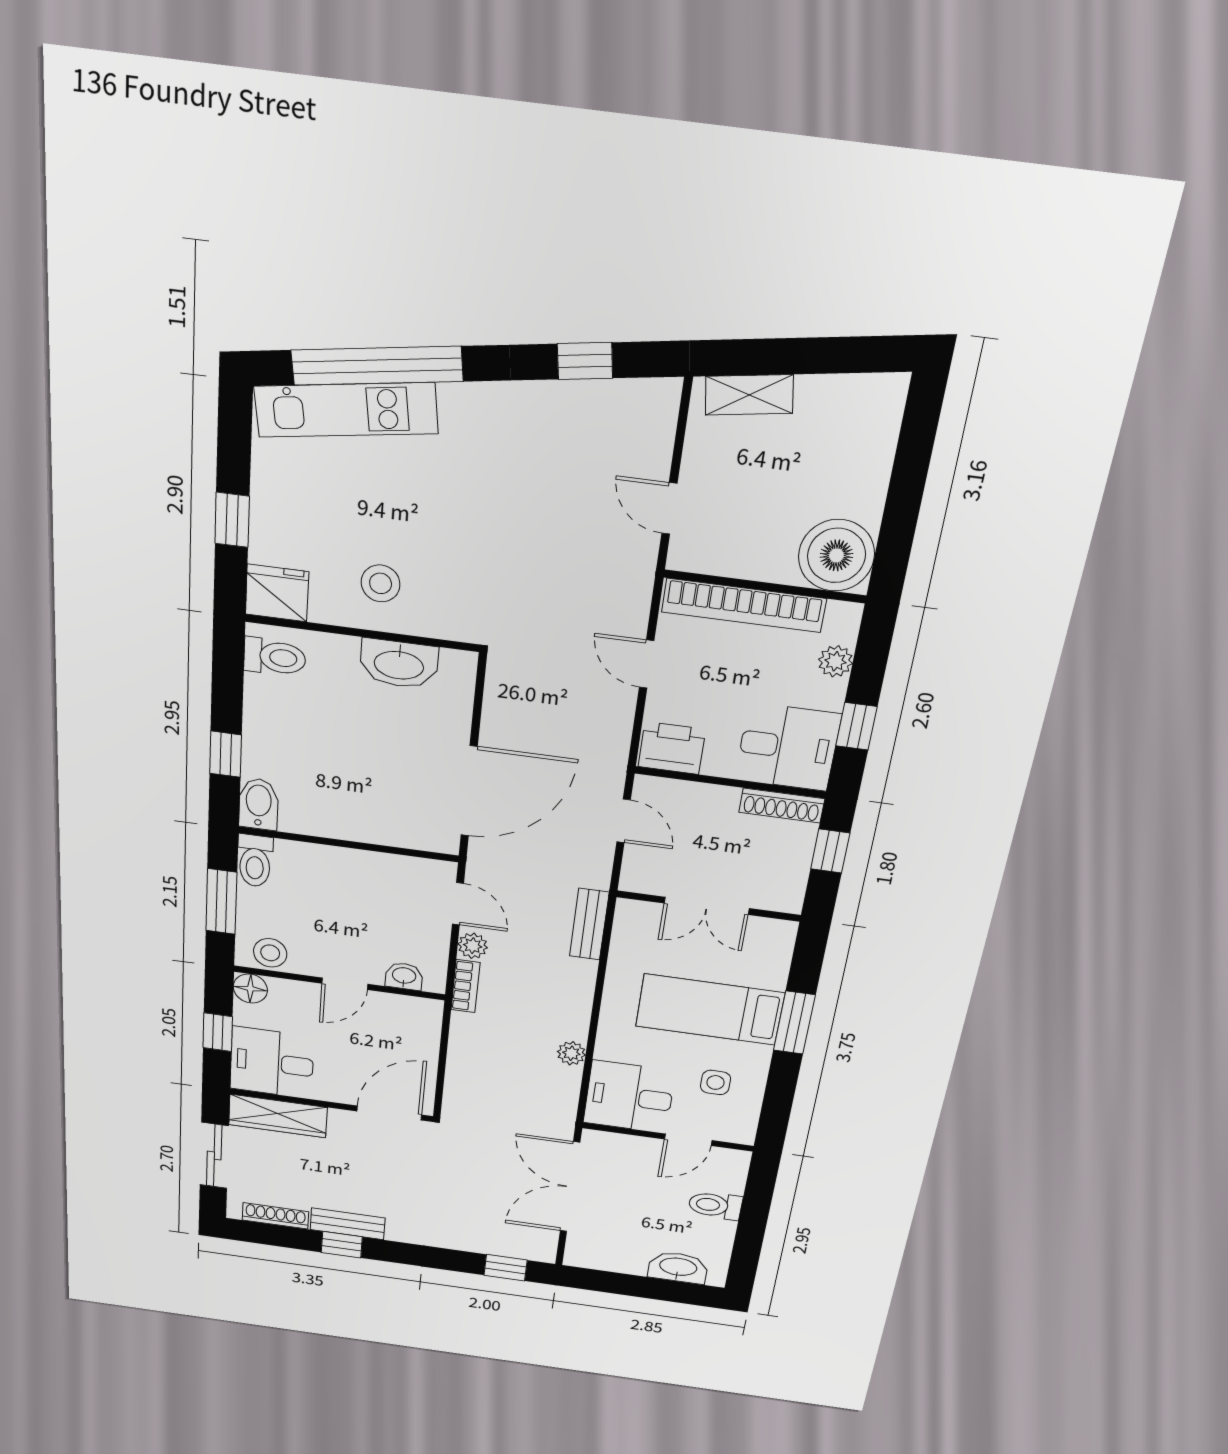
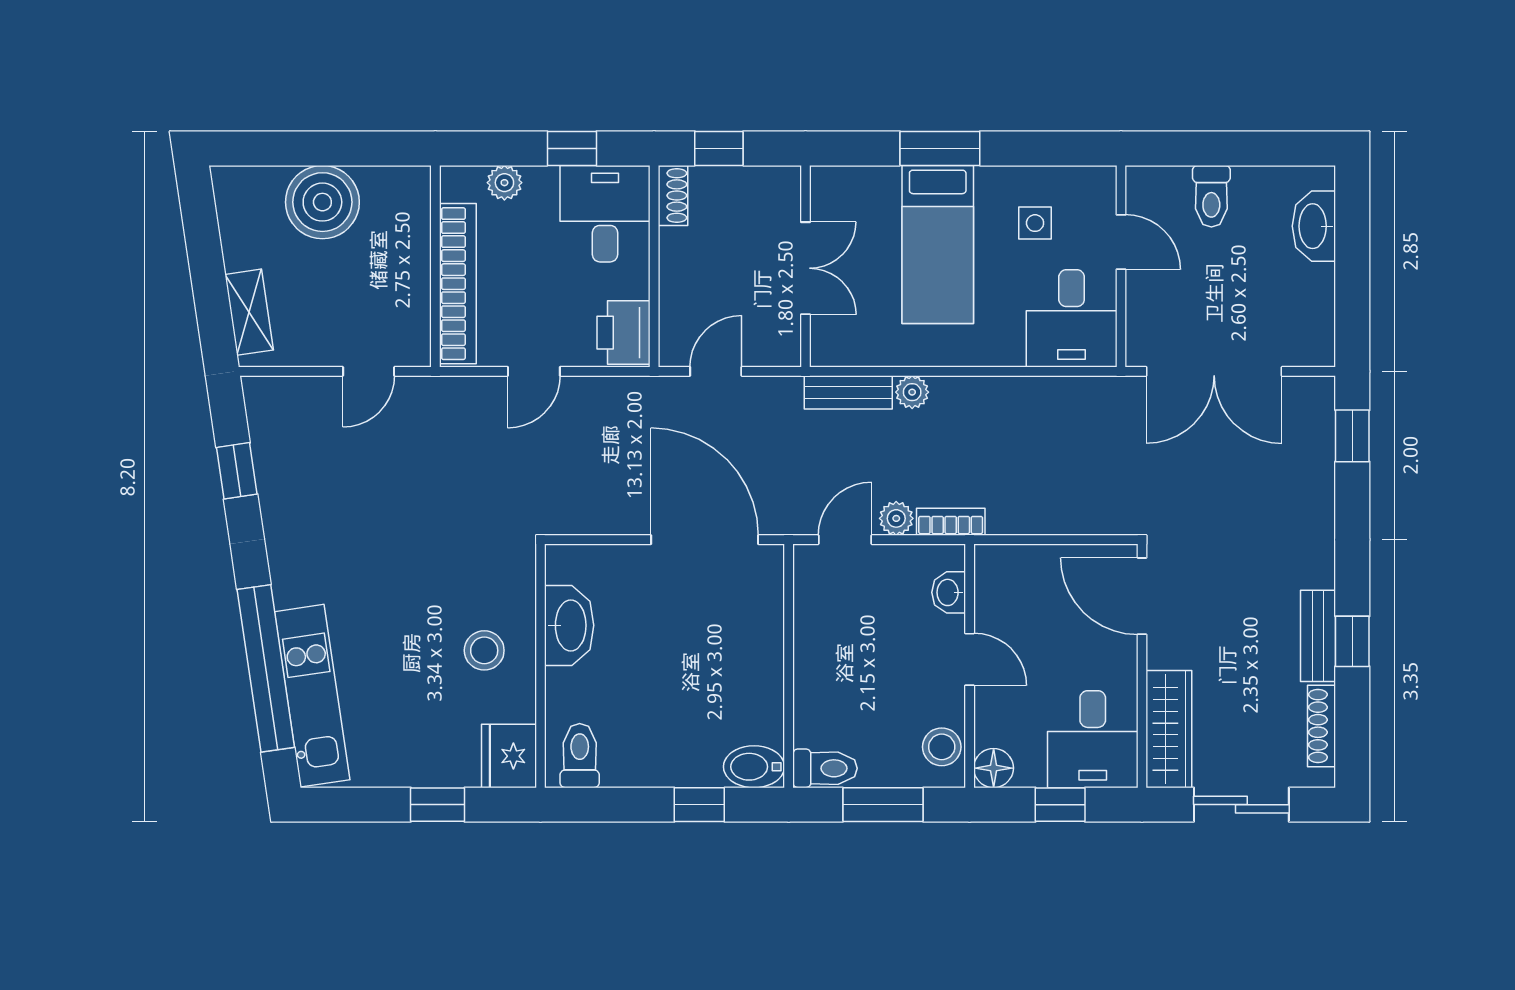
boiler: (836, 555) -> (322, 202), moved
shoe rack: (782, 806) -> (673, 195), width x0.70
plant: (571, 1053) -> (912, 392), moved

